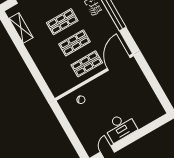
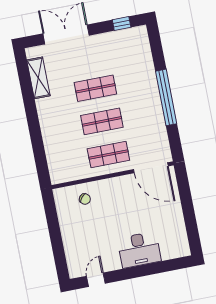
door: (119, 63) -> (151, 168), swing flipped
desk: (120, 127) -> (139, 250), moved

